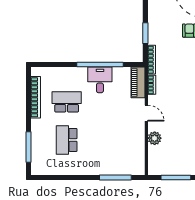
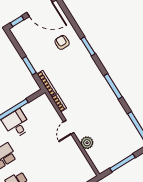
piano: (138, 82) -> (47, 107), removed
door: (146, 113) -> (69, 127), swing flipped

